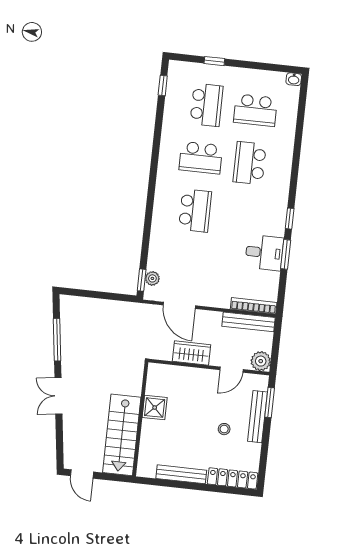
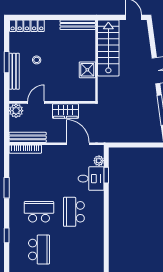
school desk: (201, 158) -> (39, 212), moved
window: (290, 219) -> (7, 235), moved
desk: (264, 253) -> (91, 179), moved, turned 180
window: (142, 280) -> (106, 175), moved
window: (270, 403) -> (7, 62), moved
bench: (181, 474) -> (78, 25), moved

